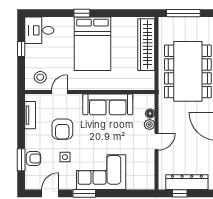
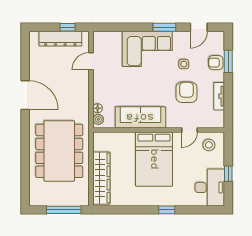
desk: (39, 30) -> (210, 187), width x1.37
bed: (93, 44) -> (154, 159), moved, turned 180
tv unit: (30, 115) -> (219, 96), moved
plant: (149, 124) -> (98, 119), moved
door: (157, 142) -> (91, 61), moved

